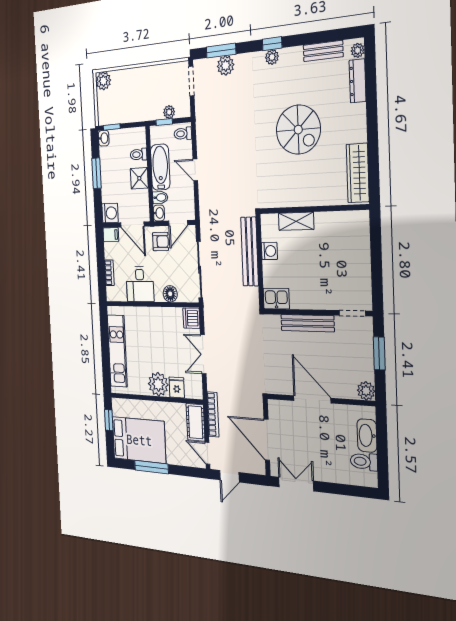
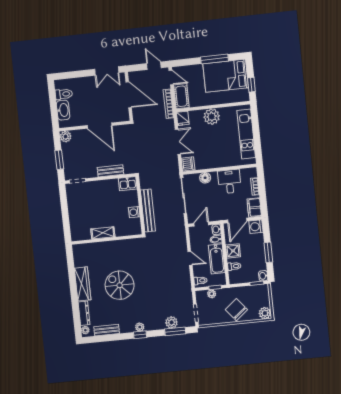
chair: (138, 86) -> (236, 310), added
wardrobe: (358, 173) -> (83, 284), moved
shelving: (296, 221) -> (103, 233), moved
door: (132, 224) -> (237, 220), swing flipped
filing cabinet: (111, 235) -> (254, 208), width x2.00
armchair: (161, 242) -> (214, 211), removed
bench: (307, 323) -> (110, 171), width x0.73
fridge: (177, 387) -> (183, 118), moved
door: (229, 476) -> (154, 66), hinge flipped

